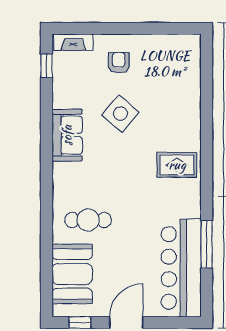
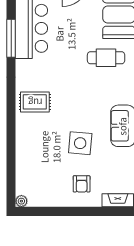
plant: (194, 41) -> (21, 201), added
side table: (120, 114) -> (80, 143), turned -36

